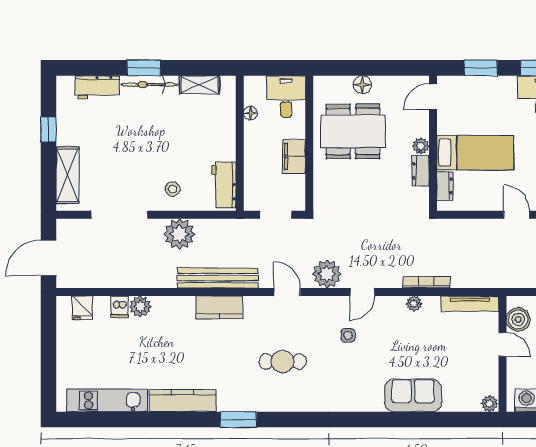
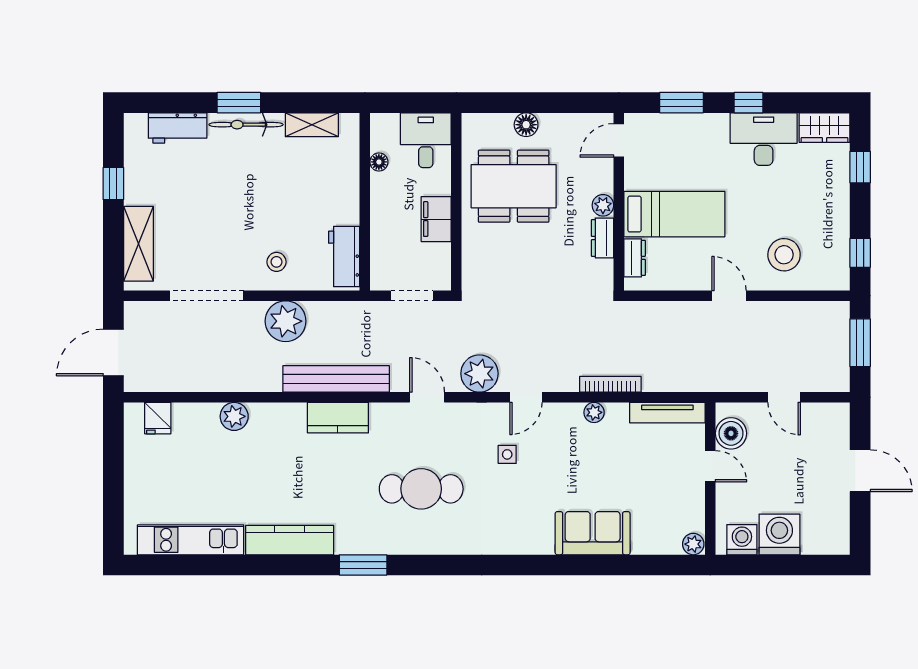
dishwasher: (120, 307) -> (207, 417), removed
cafe table: (283, 362) -> (421, 489), width x1.37, depth x1.35

